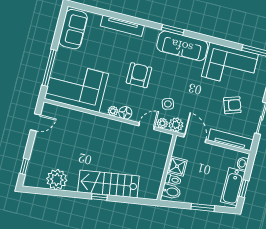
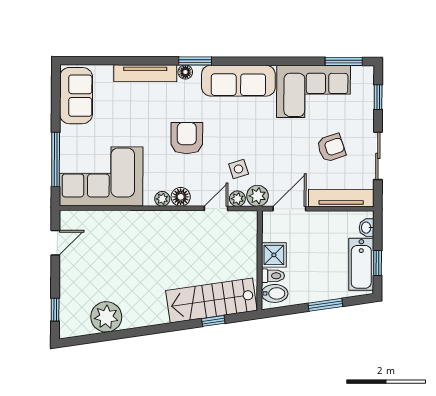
window: (173, 30) -> (195, 61), moved
floor lamp: (149, 32) -> (185, 72), added
door: (195, 138) -> (289, 209), hinge flipped
stairs: (108, 184) -> (211, 301), moved
window: (99, 197) -> (213, 321), moved

